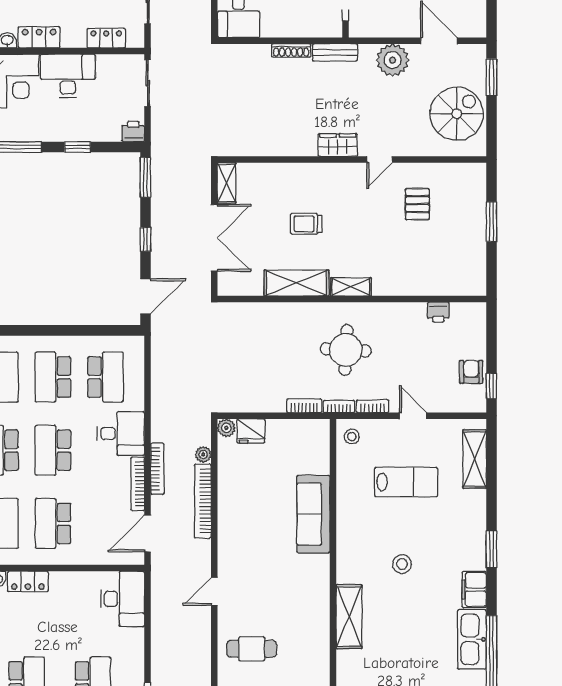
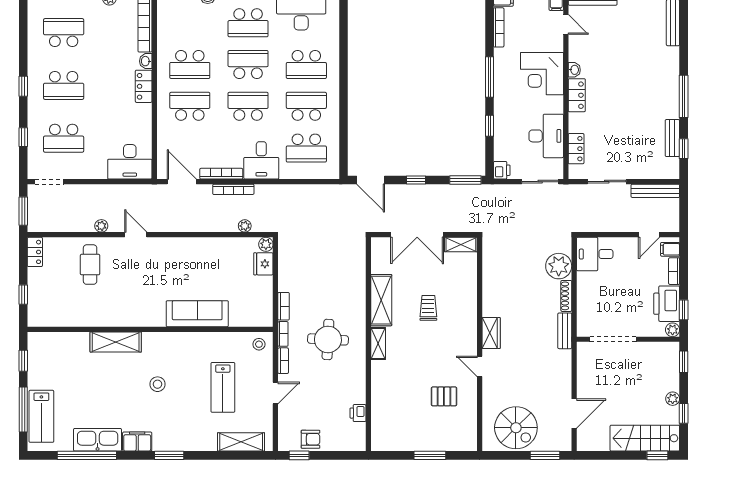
plant: (393, 60) -> (559, 266), moved
desk: (68, 76) -> (546, 136), moved
bookcase: (203, 501) -> (208, 226), removed
plant: (203, 635) -> (101, 226), added

